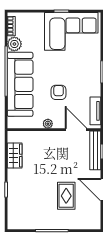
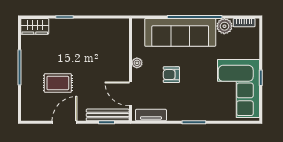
armchair: (59, 92) -> (171, 75), turned 180
door: (76, 130) -> (130, 94), swing flipped
wardrobe: (15, 155) -> (35, 26), moved

